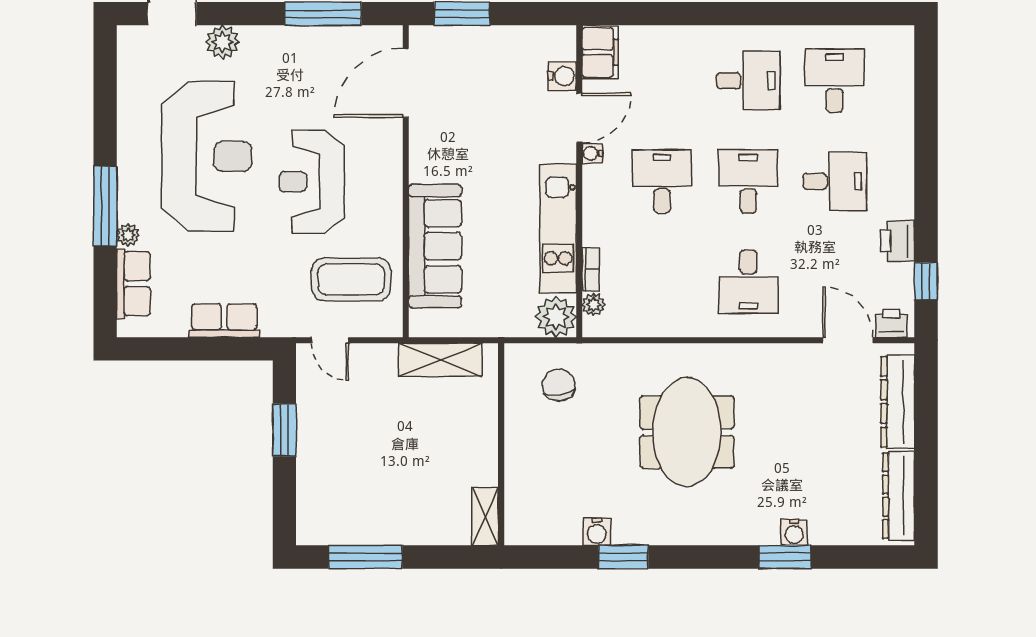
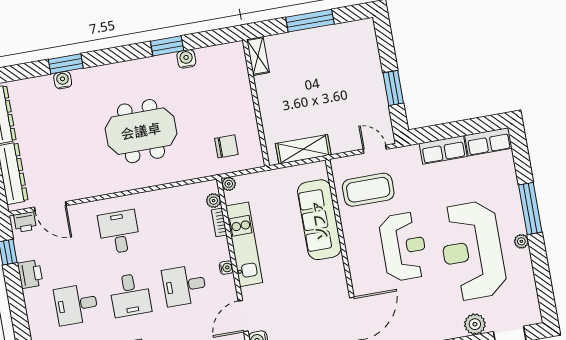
water cooler: (592, 153) -> (226, 268), moved
desk: (662, 181) -> (184, 285), turned 90
plant: (128, 235) -> (521, 241), moved
row of seats: (133, 284) -> (488, 142), moved, turned -90
plant: (556, 317) -> (229, 184), width x0.53, depth x0.53
chair: (559, 385) -> (226, 146), turned -82
meeting table: (687, 432) -> (141, 131), turned 90
window: (365, 557) -> (310, 21), moved

